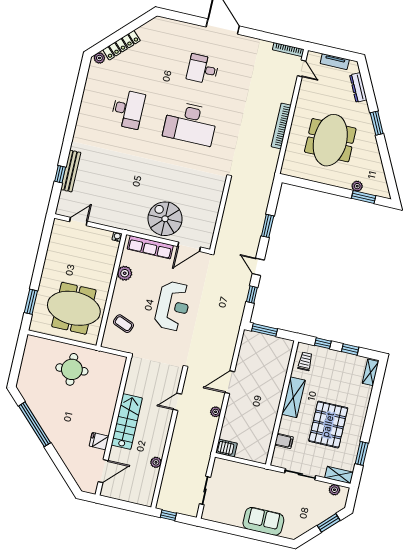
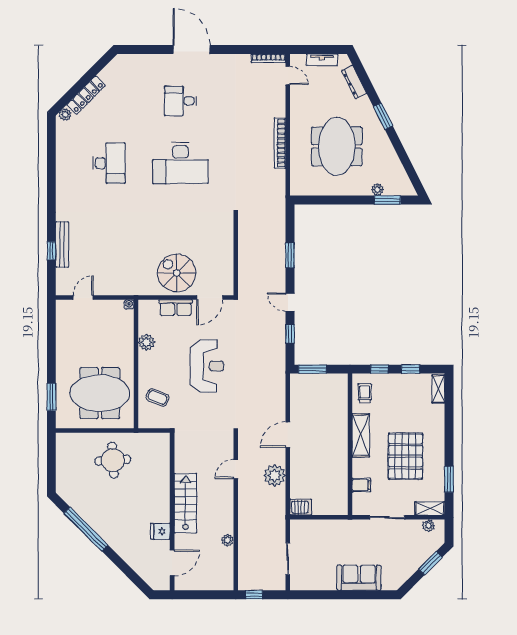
row of seats: (150, 247) -> (176, 308), width x0.68
plant: (216, 412) -> (275, 476), width x1.87, depth x1.87

